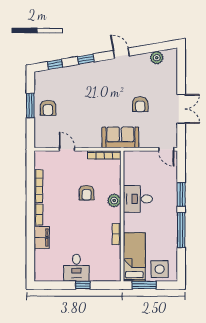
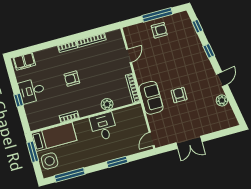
plant: (157, 58) -> (222, 100), moved
armchair: (140, 104) -> (179, 95), moved, turned 90
window: (30, 105) -> (157, 15), width x1.44
armchair: (48, 108) -> (159, 30), turned 180
armchair: (87, 193) -> (72, 79), moved
plant: (114, 200) -> (107, 104), moved
window: (181, 230) -> (70, 175), moved
filing cabinet: (42, 237) -> (24, 61), moved

